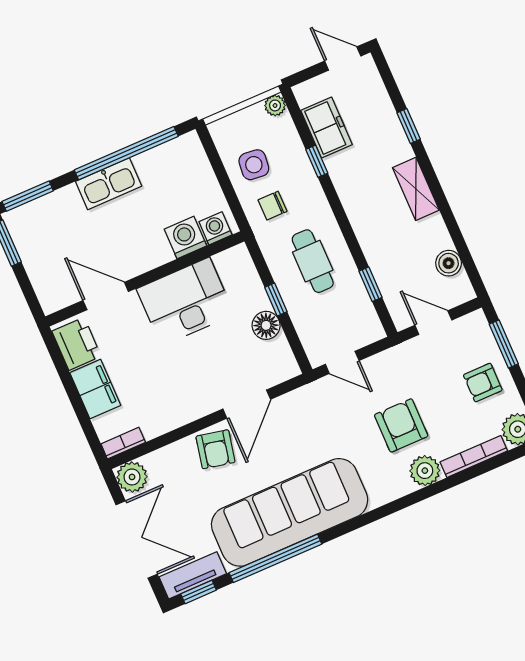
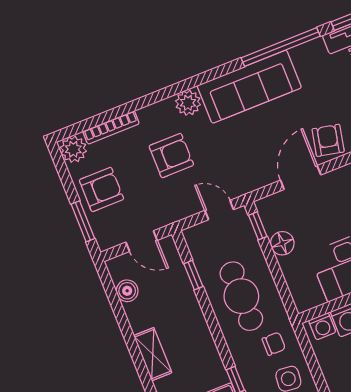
cafe table: (313, 261) -> (241, 296), width x1.37, depth x1.35
window: (276, 300) -> (258, 226), moved
armchair: (483, 383) -> (102, 189), width x1.38, depth x1.38
armchair: (401, 425) -> (171, 156), turned -90
plant: (425, 471) -> (188, 103), moved
sofa: (290, 512) -> (249, 87), width x0.74, depth x0.79

